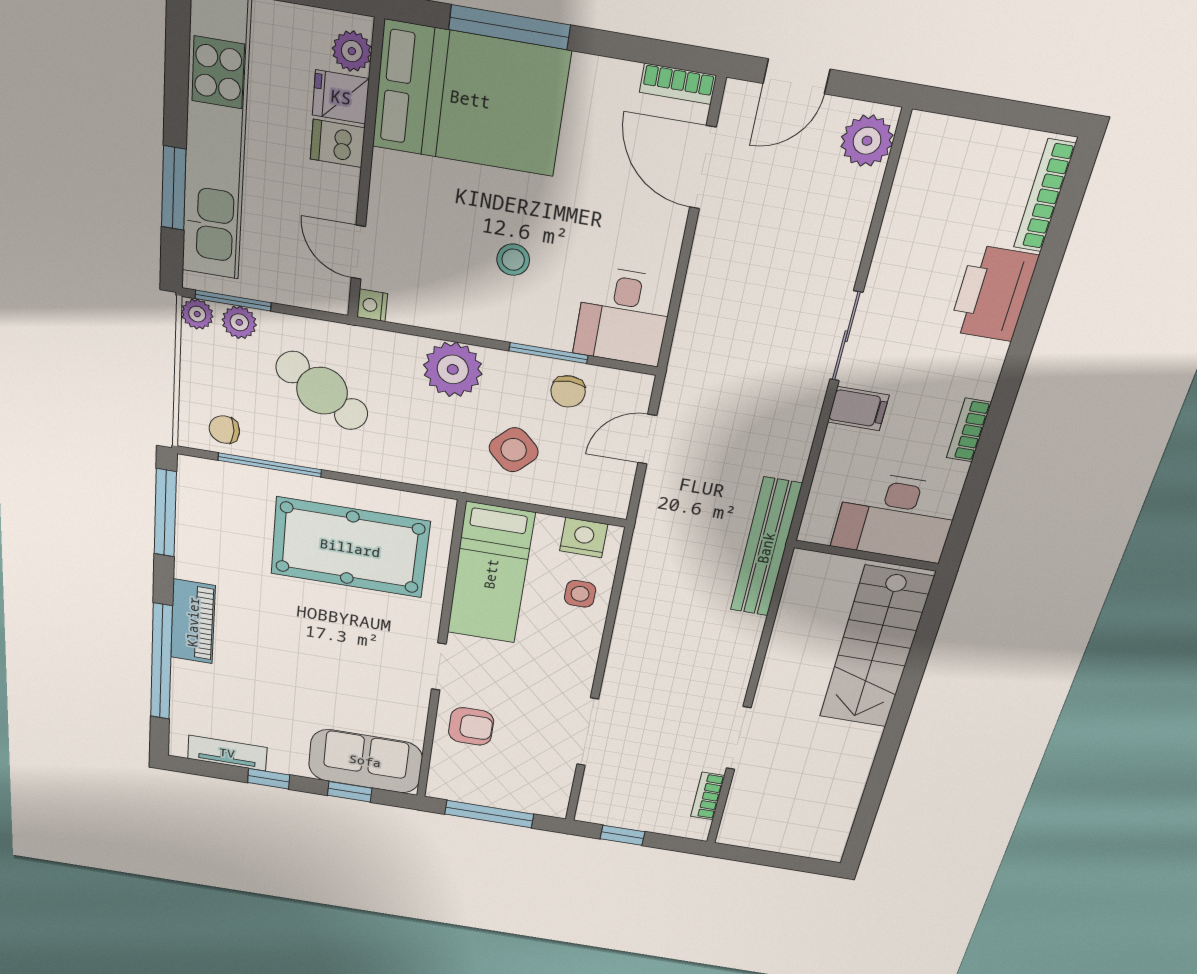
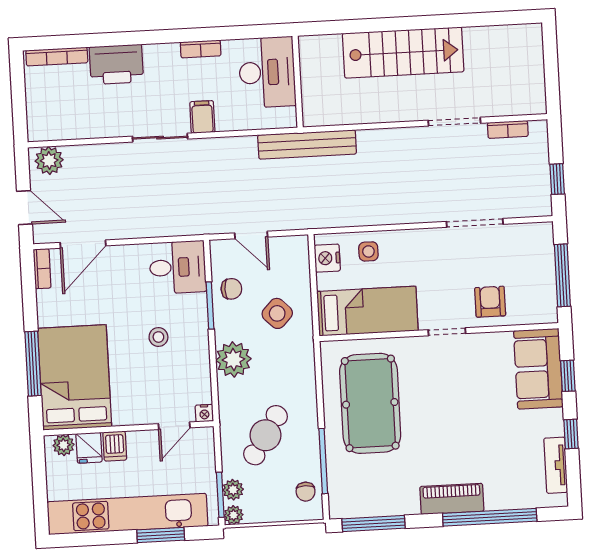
stairs: (876, 648) -> (403, 52), moved

